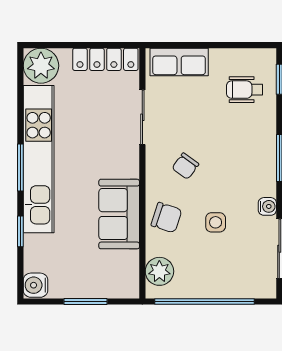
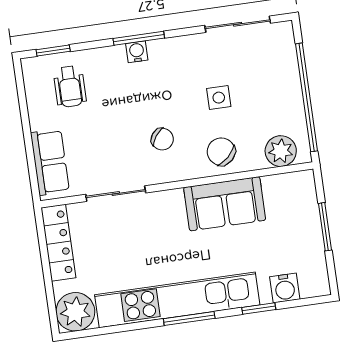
water cooler: (267, 206) -> (137, 52), moved
chair: (167, 218) -> (221, 152), turned -61
water cooler: (36, 285) -> (285, 288), moved

